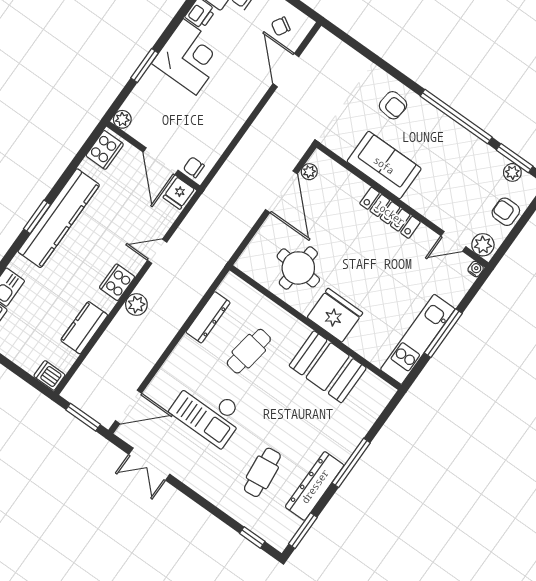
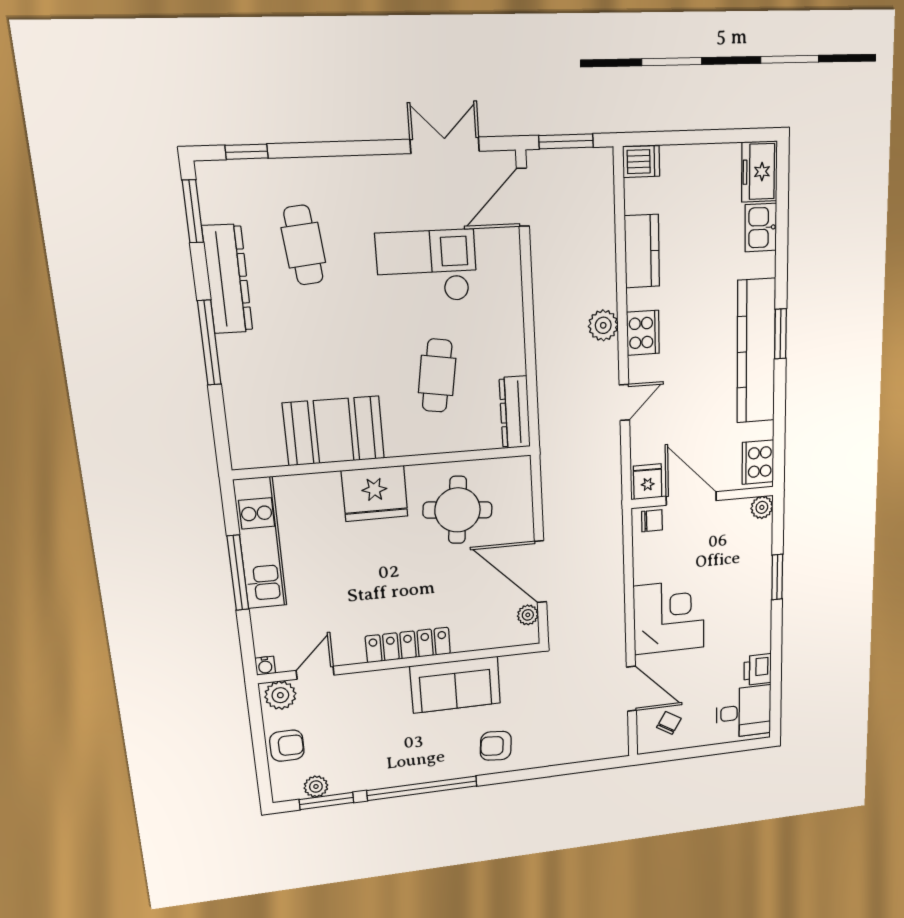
corner desk: (190, 57) -> (669, 617), moved, turned 180
dresser: (208, 317) -> (515, 412), moved

